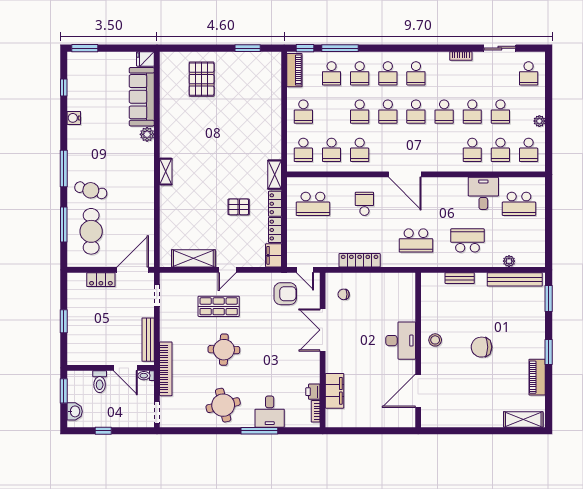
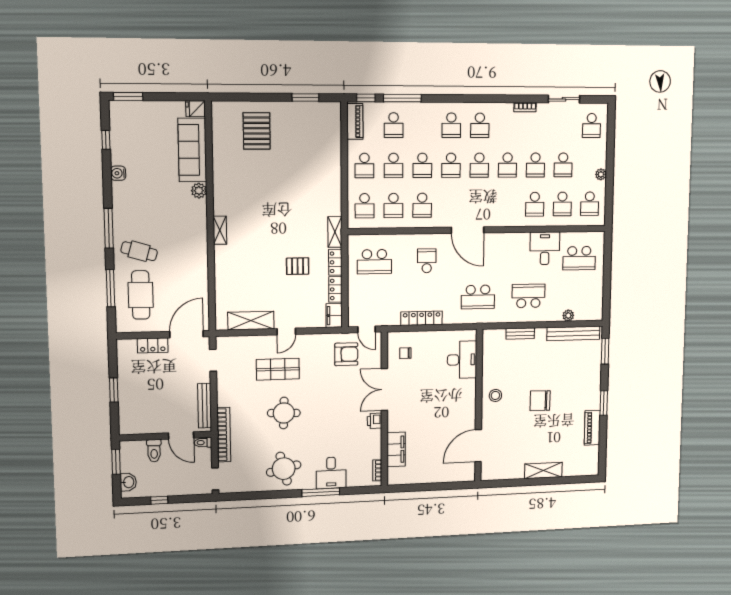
school desk: (360, 73) -> (394, 165), moved
desk: (401, 341) -> (462, 360), moved
printer: (313, 392) -> (375, 421), moved
shelving: (523, 419) -> (543, 470), moved

